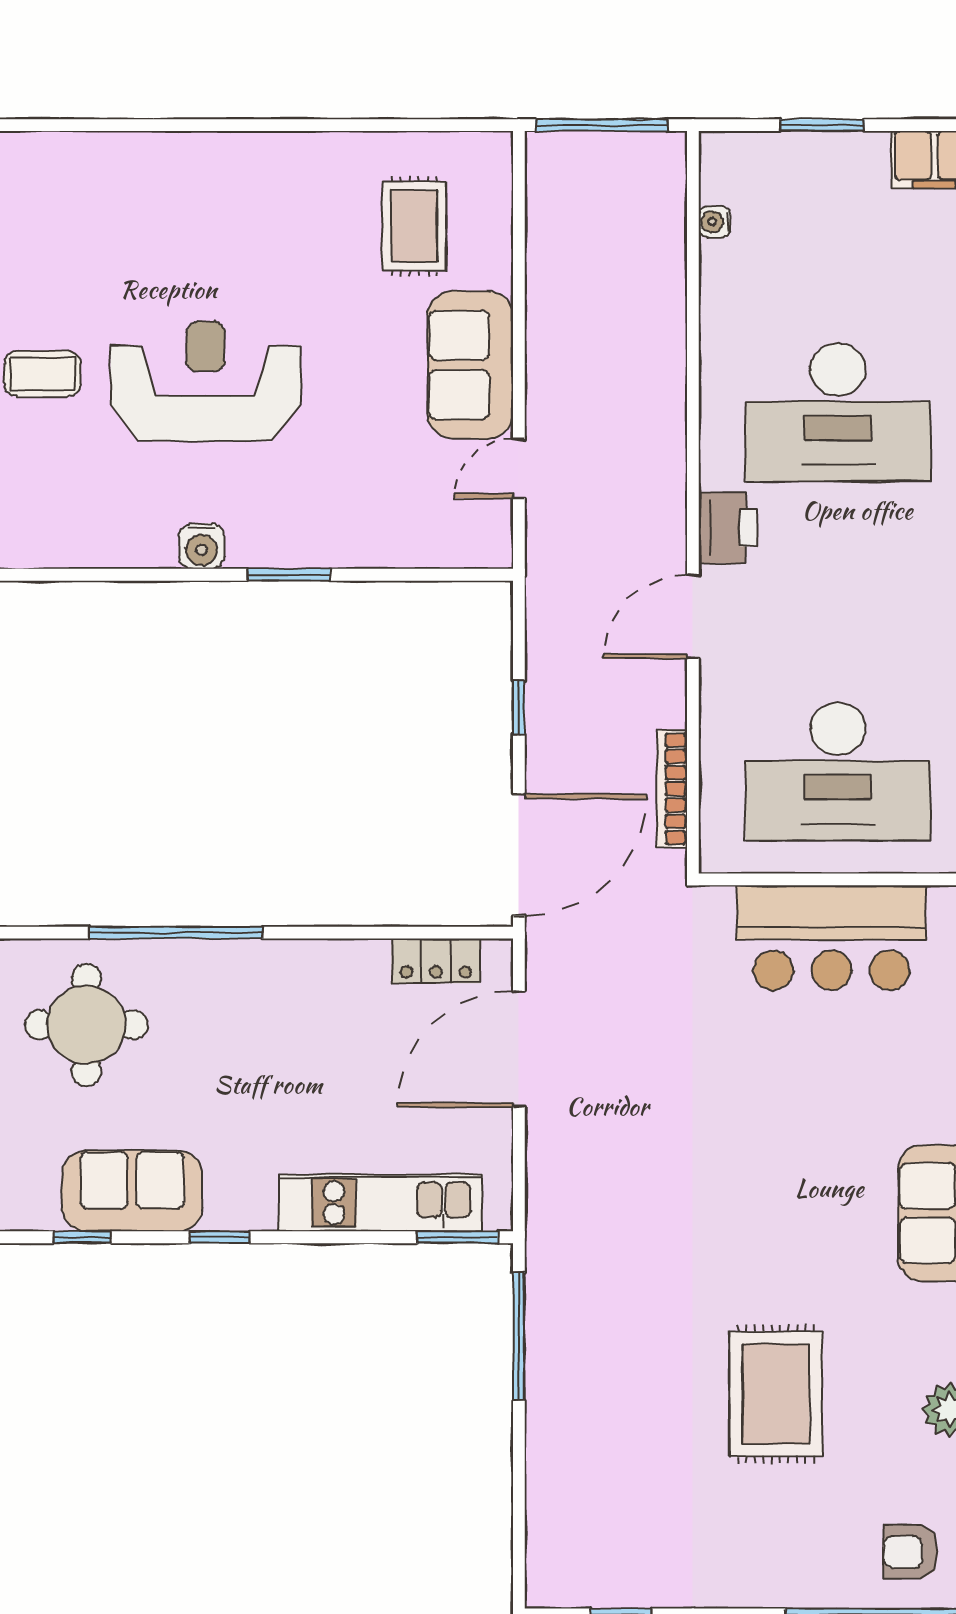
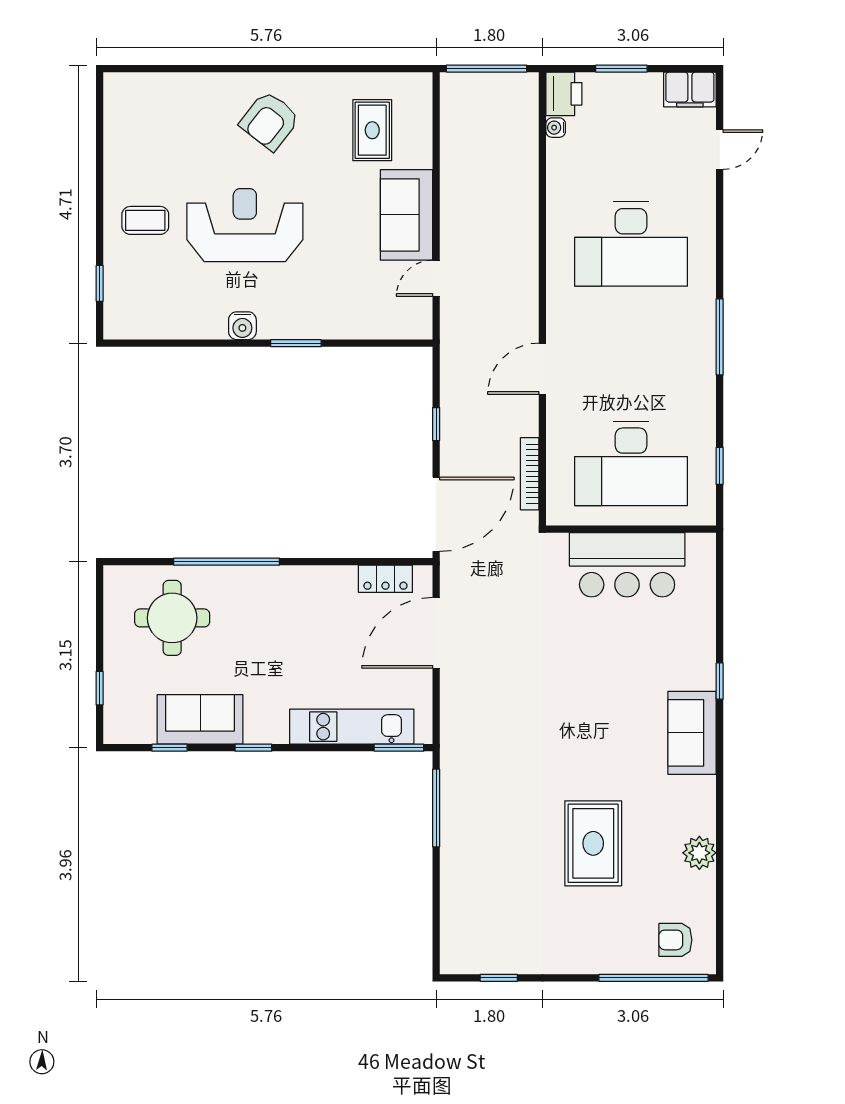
armchair: (246, 211) -> (270, 121), added
printer: (728, 528) -> (564, 94), moved

